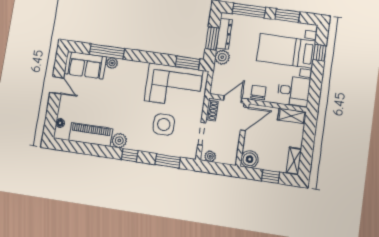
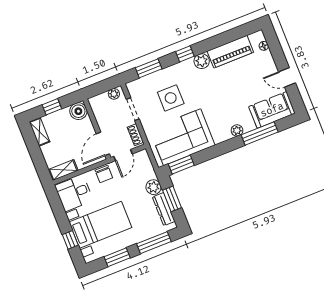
plant: (112, 63) -> (237, 130), moved

